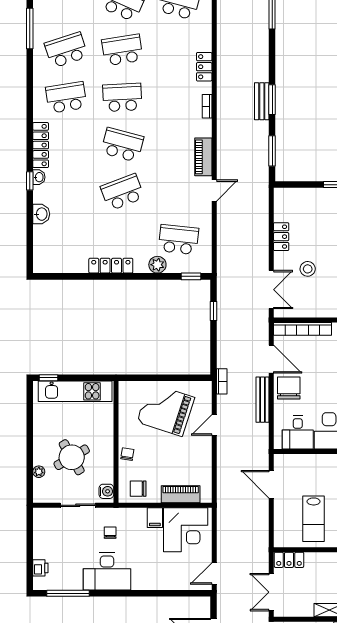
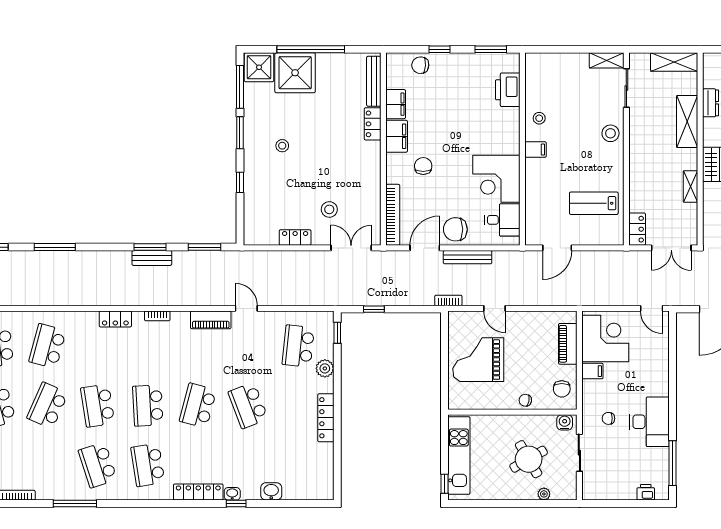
grand piano: (166, 410) -> (478, 360), turned 72
lab bench: (314, 519) -> (594, 203), turned 180

